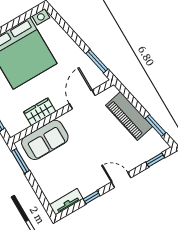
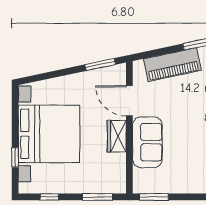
wardrobe: (40, 112) -> (117, 136), moved
sofa: (45, 140) -> (147, 142), moved

